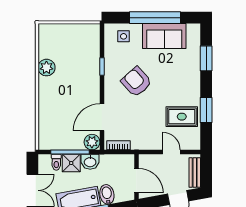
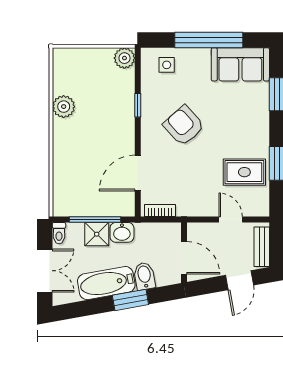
sofa: (164, 36) -> (240, 64), moved
plant: (92, 142) -> (124, 58), moved
toilet: (56, 162) -> (59, 233), moved

